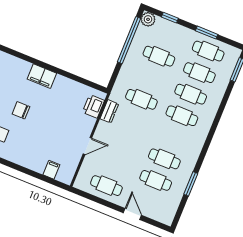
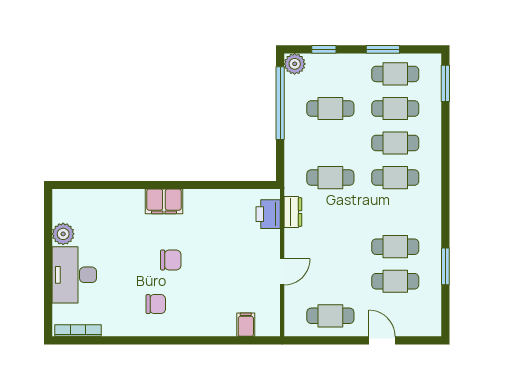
filing cabinet: (42, 76) -> (164, 201), moved
chair: (21, 110) -> (171, 260), turned 180

